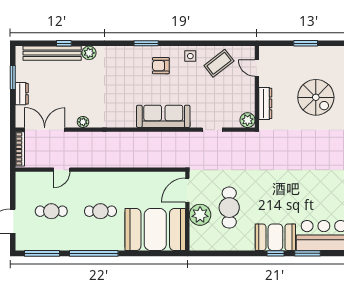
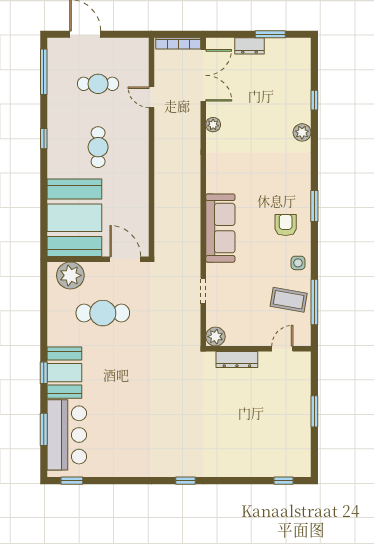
window: (221, 43) -> (314, 302), added
bench: (52, 53) -> (302, 85), removed
coffee table: (219, 63) -> (289, 300), turned -42
spiral stairs: (316, 97) -> (245, 425), removed
cafe table: (51, 211) -> (98, 84), turned 90
plant: (200, 215) -> (70, 275), moved
window: (94, 253) -> (44, 139), width x0.32
window: (308, 253) -> (44, 429), moved

